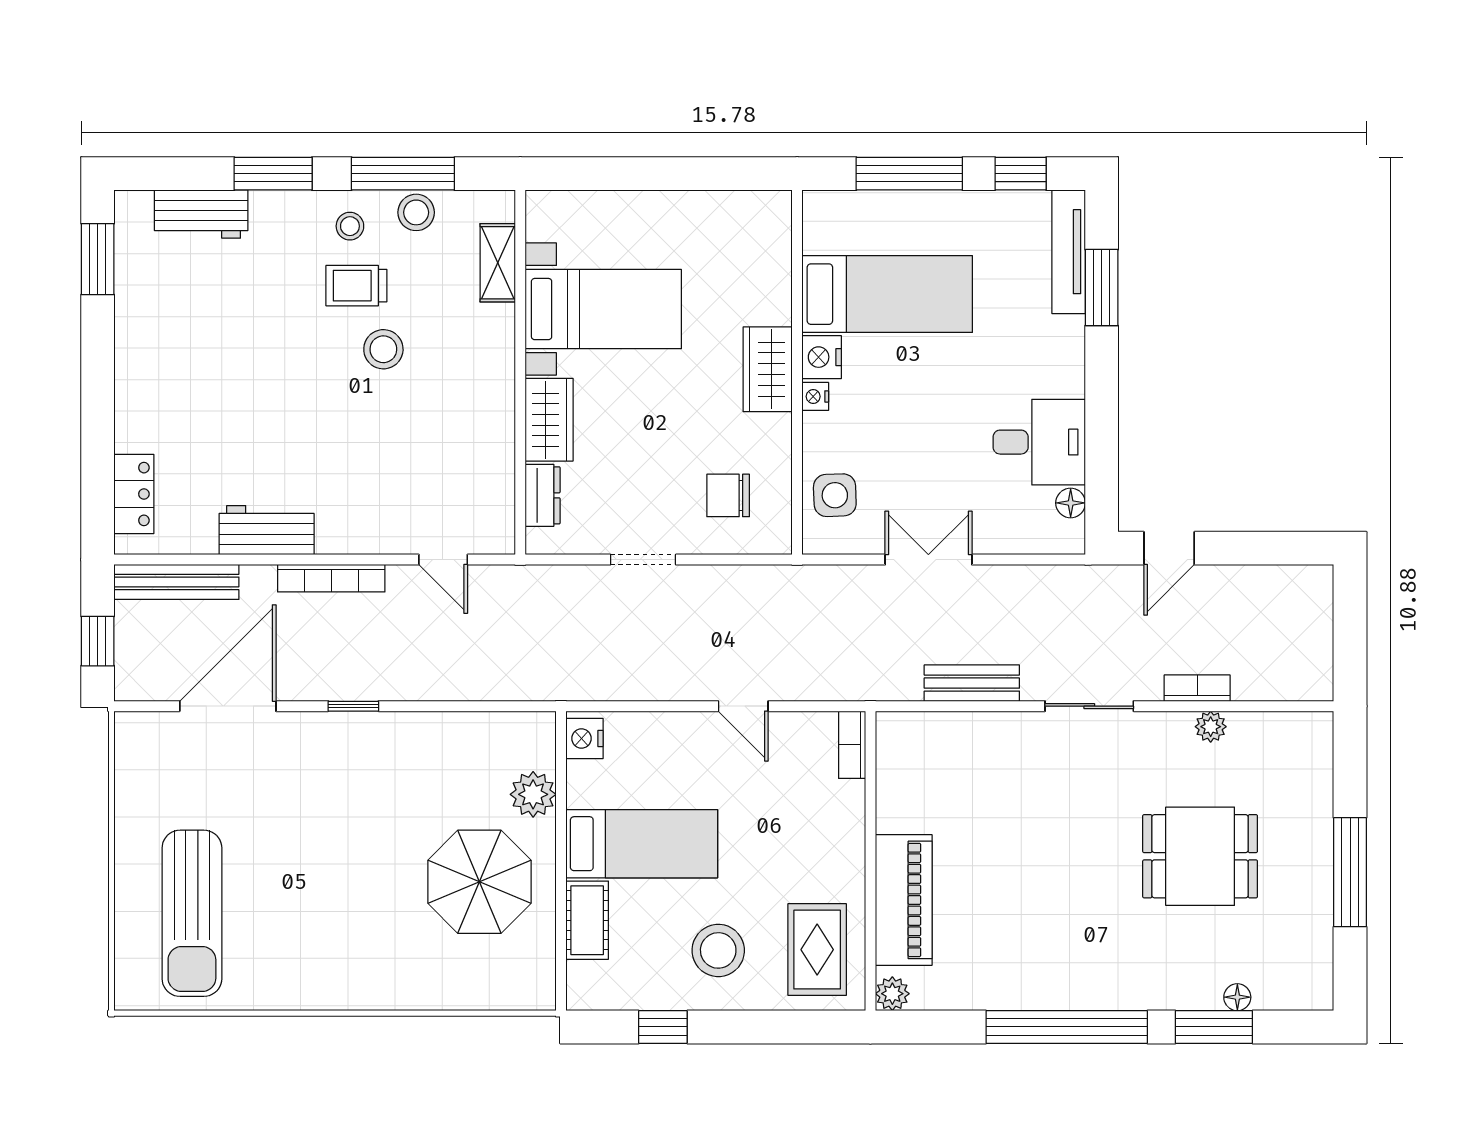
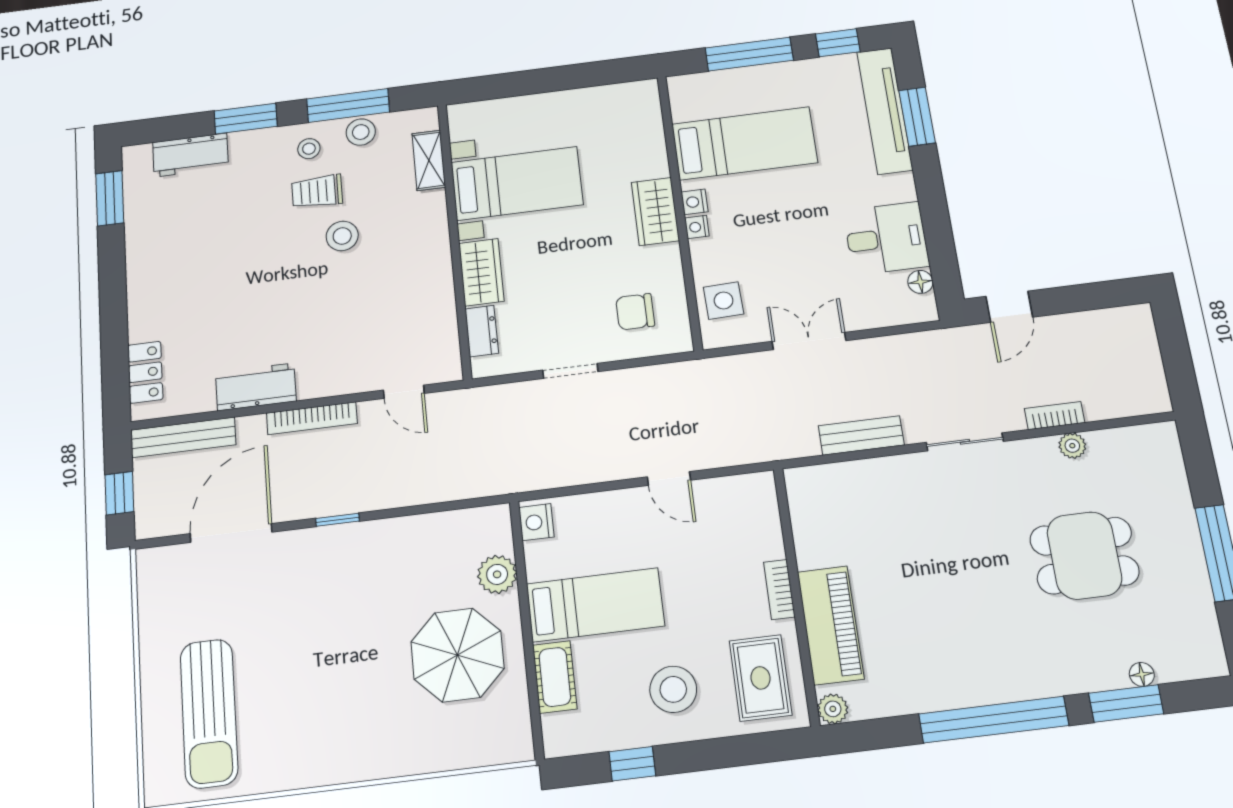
tv unit: (1069, 252) -> (885, 111), width x1.36, depth x1.29
nightstand: (822, 357) -> (695, 202), width x0.72, depth x0.74
bookcase: (852, 745) -> (779, 589), moved

